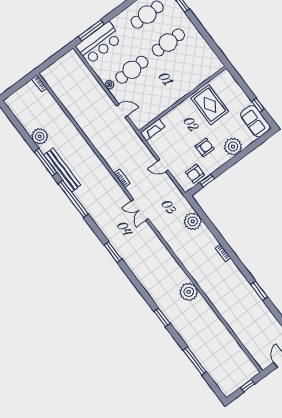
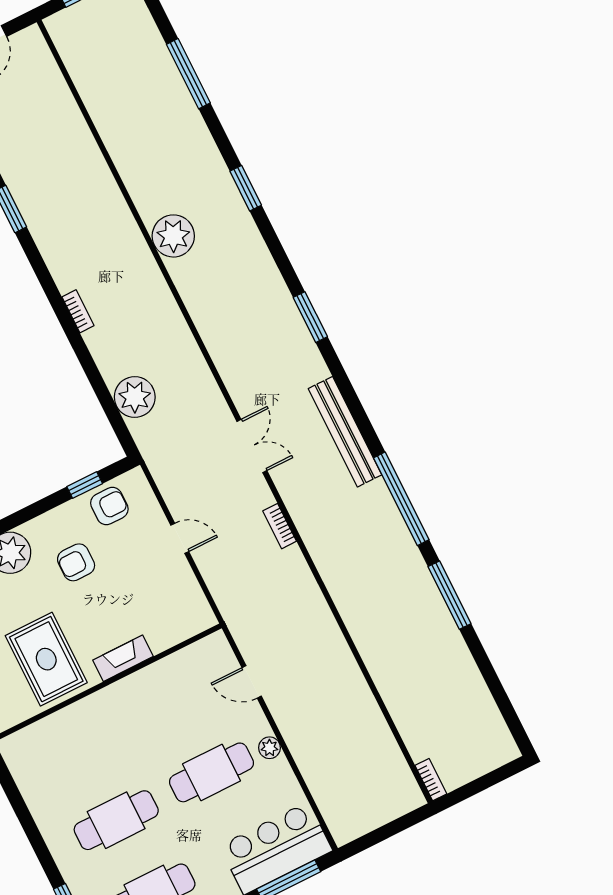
fireplace: (153, 130) -> (123, 658), moved
plant: (40, 136) -> (452, 657), removed
bench: (62, 170) -> (345, 432), moved
window: (113, 252) -> (310, 317), moved

